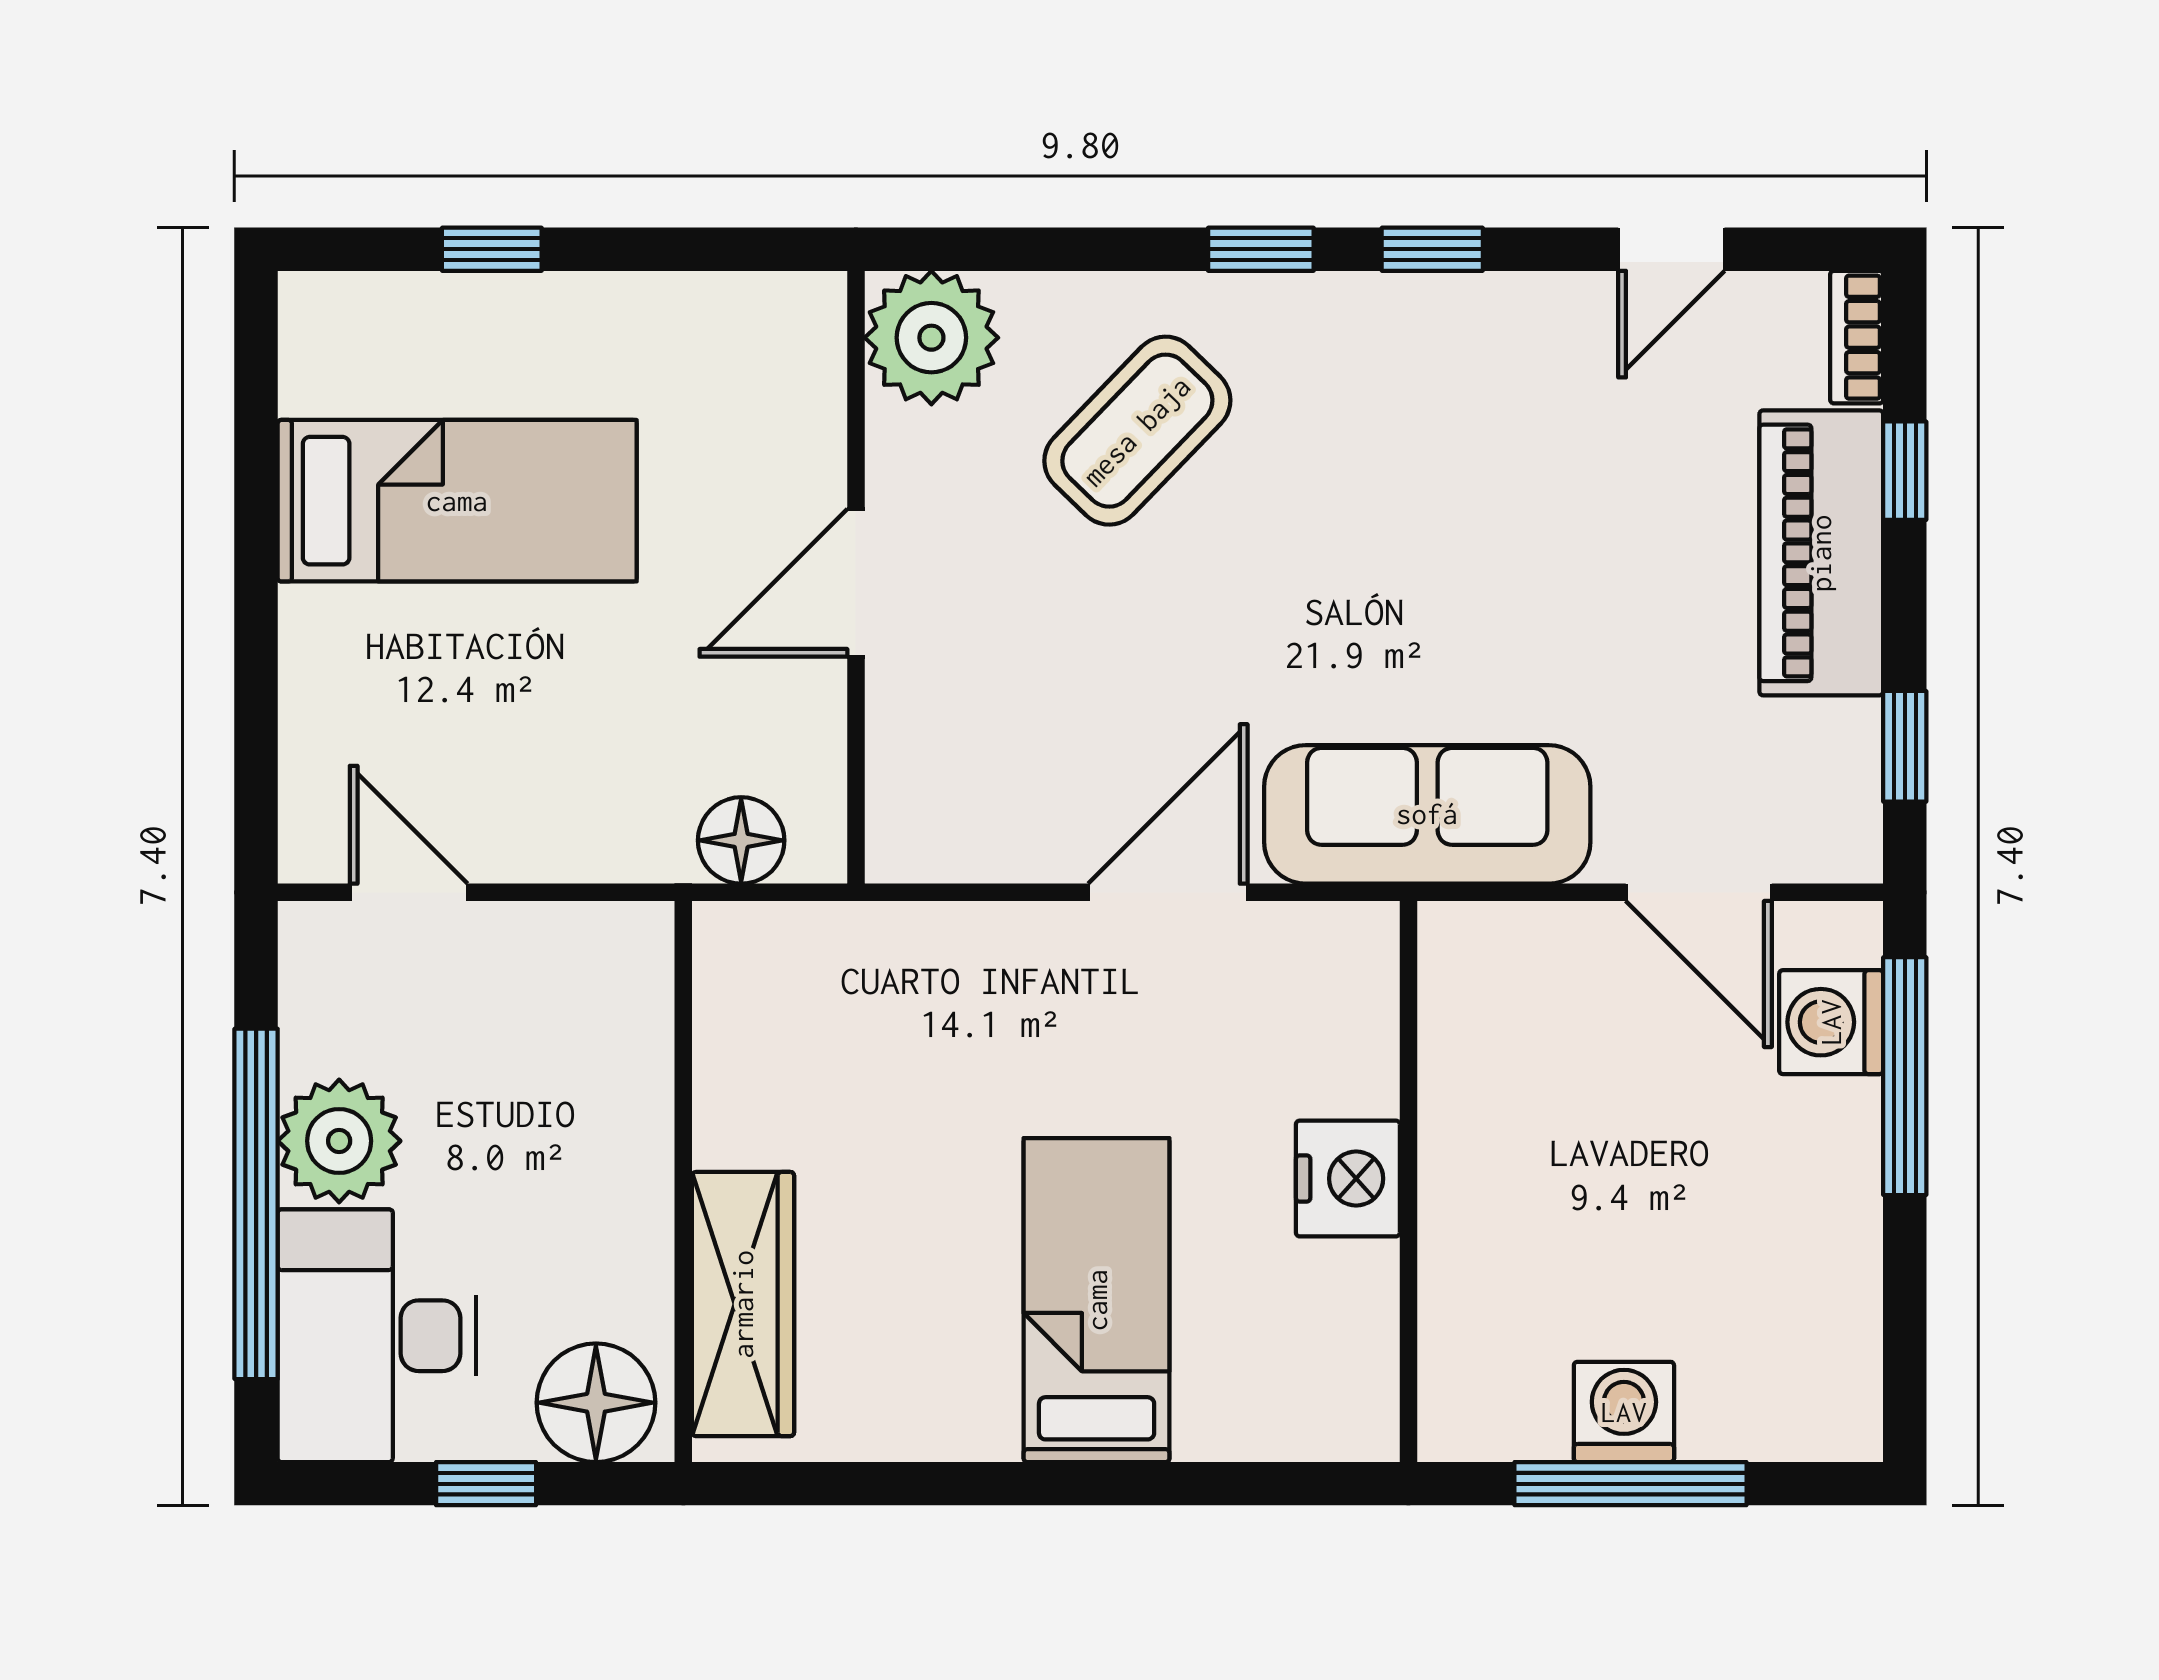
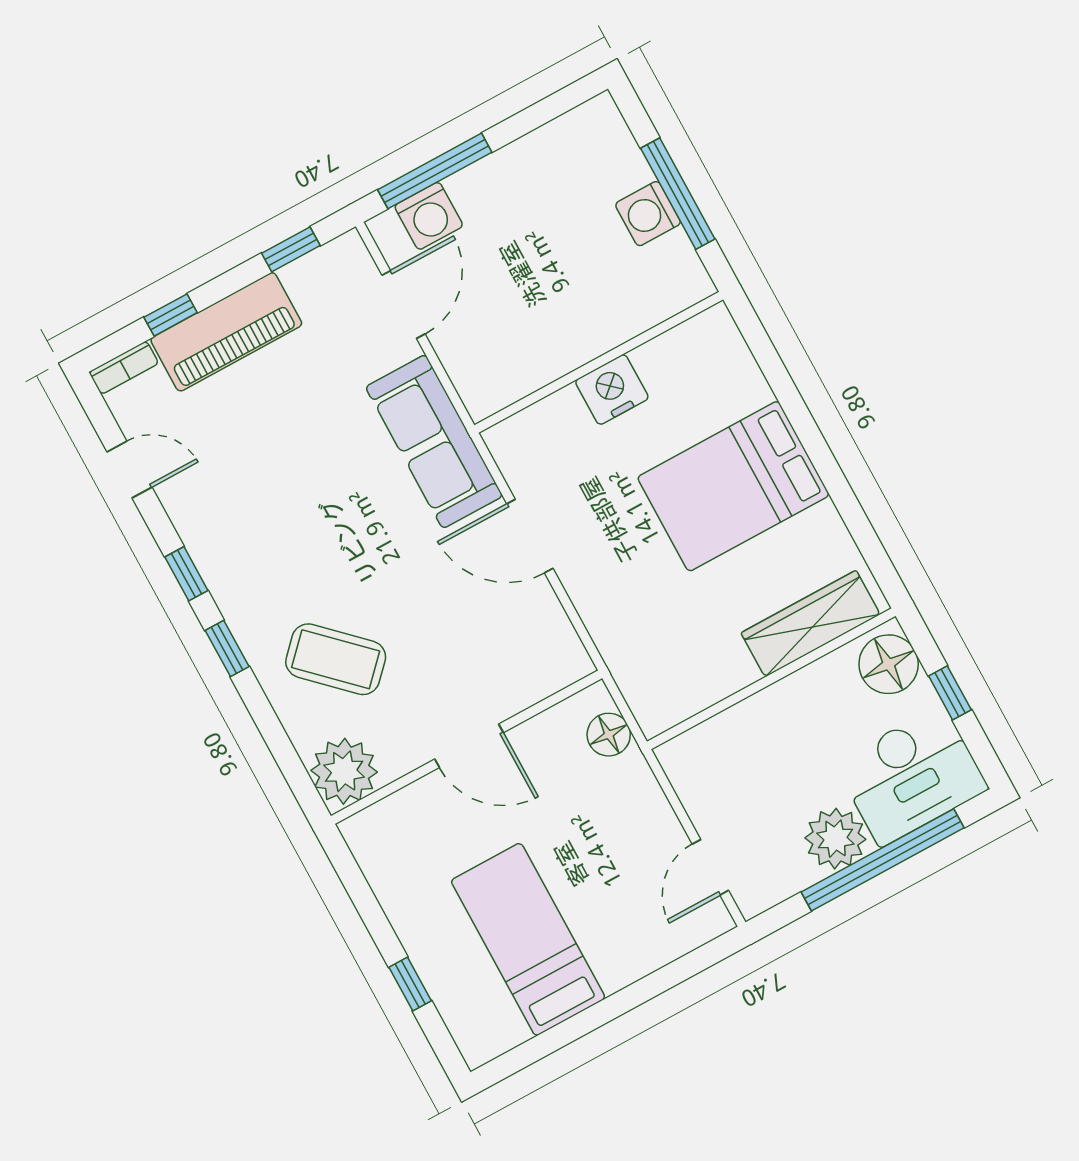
bed: (1097, 1300) -> (733, 486), width x1.50

